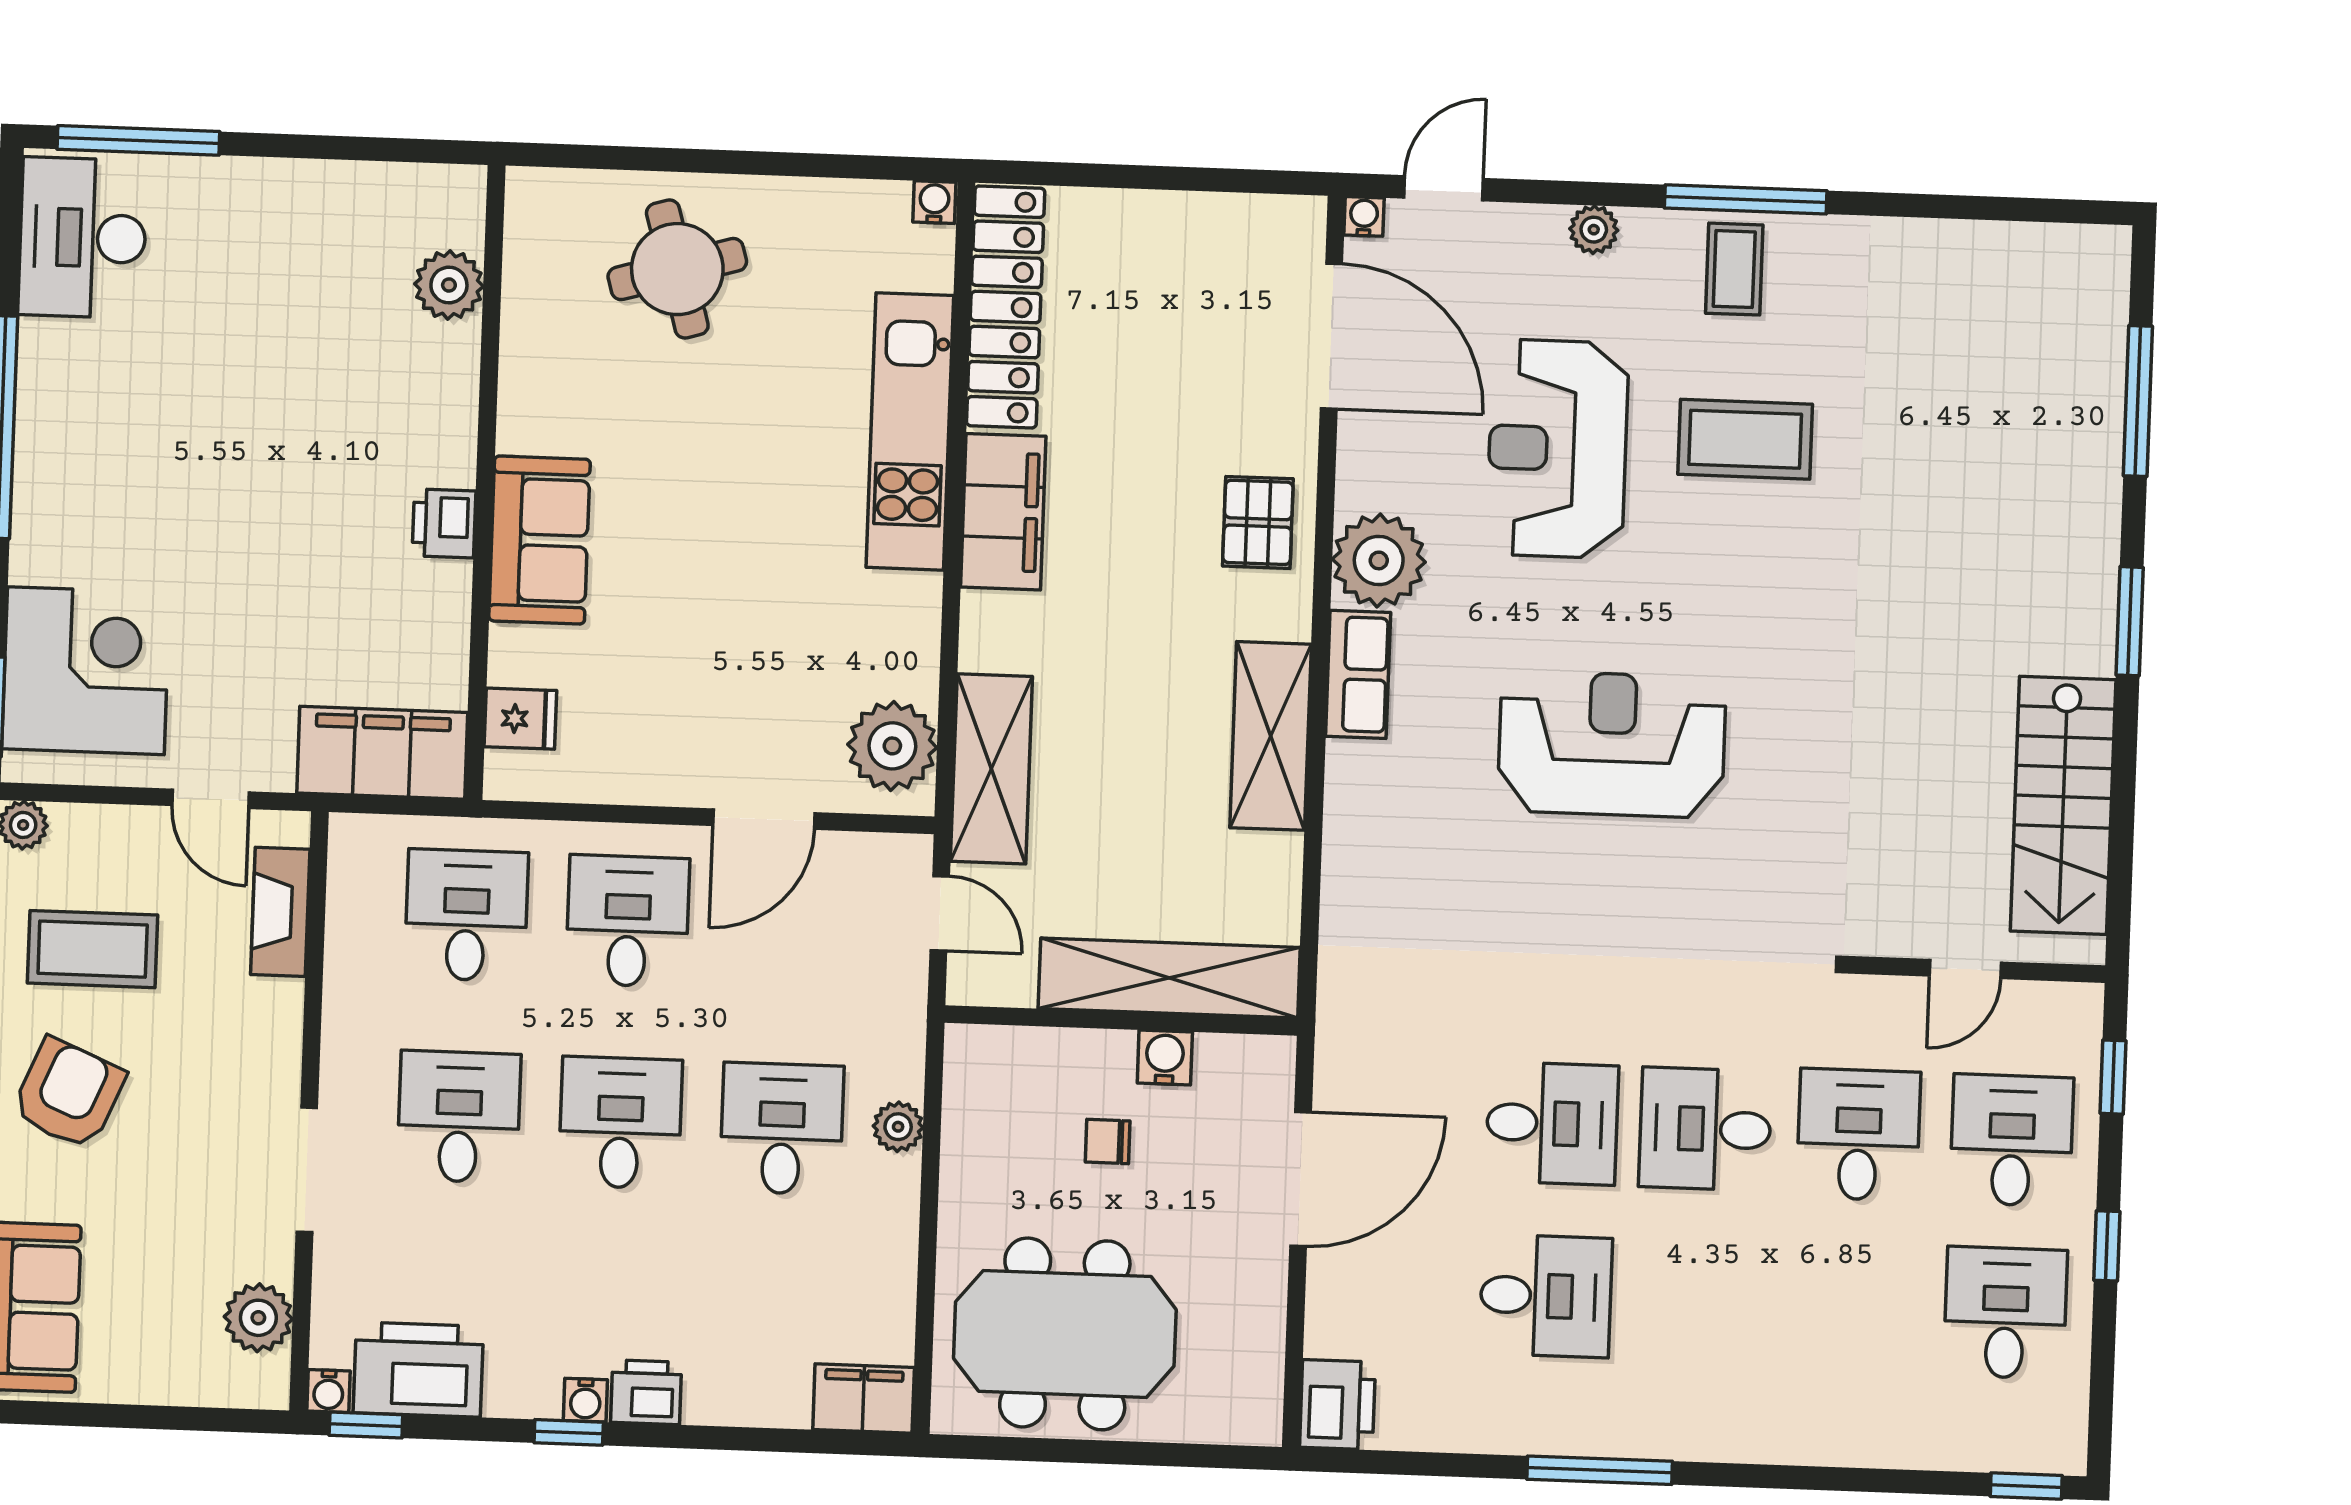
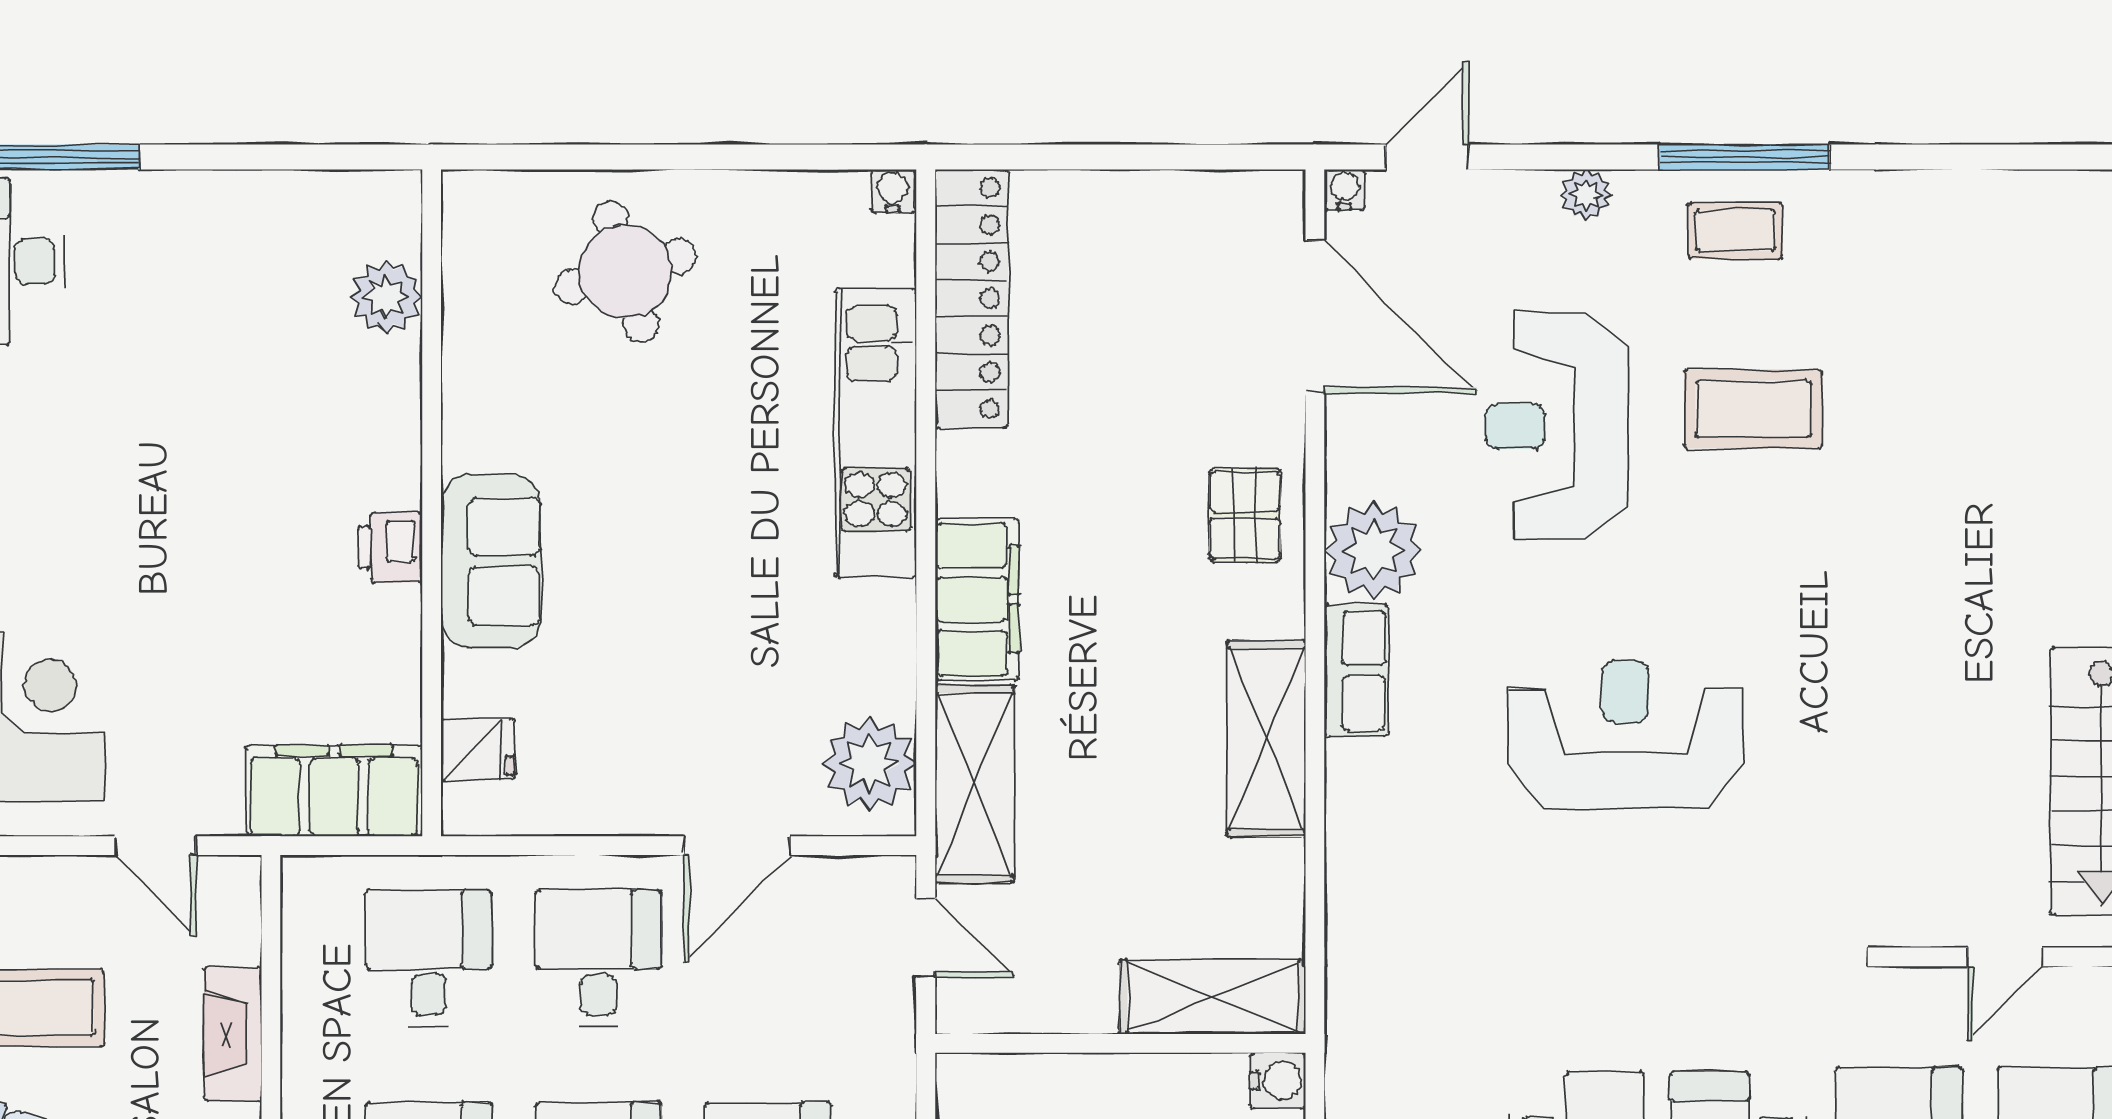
coffee table: (1734, 269) -> (1735, 231), turned 90
filing cabinet: (1003, 512) -> (977, 599), moved
fireplace: (280, 912) -> (233, 1034), moved
shelving: (1169, 978) -> (1213, 997), width x0.68
water cooler: (1165, 1057) -> (1278, 1081), moved, turned 90

